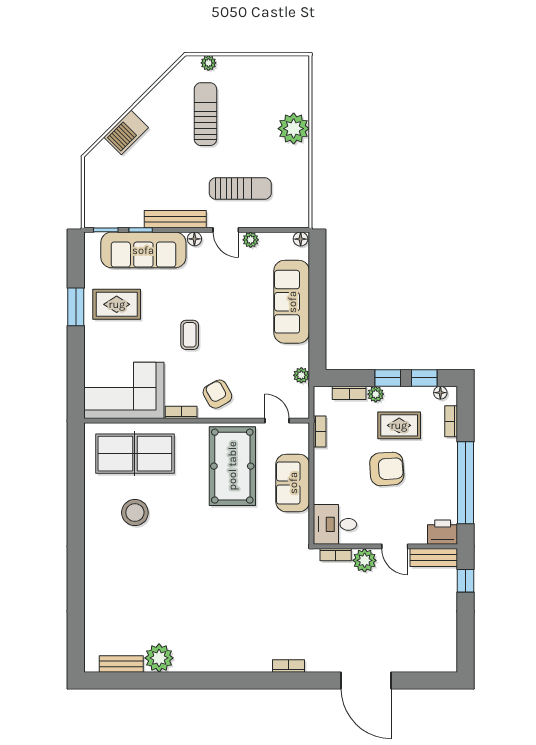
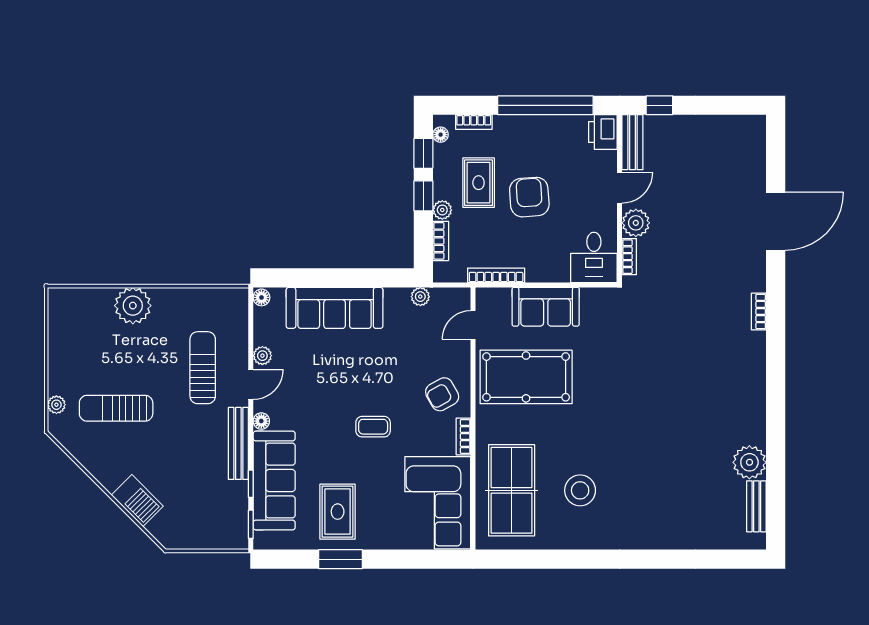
bookcase: (320, 432) -> (496, 275), width x1.56

